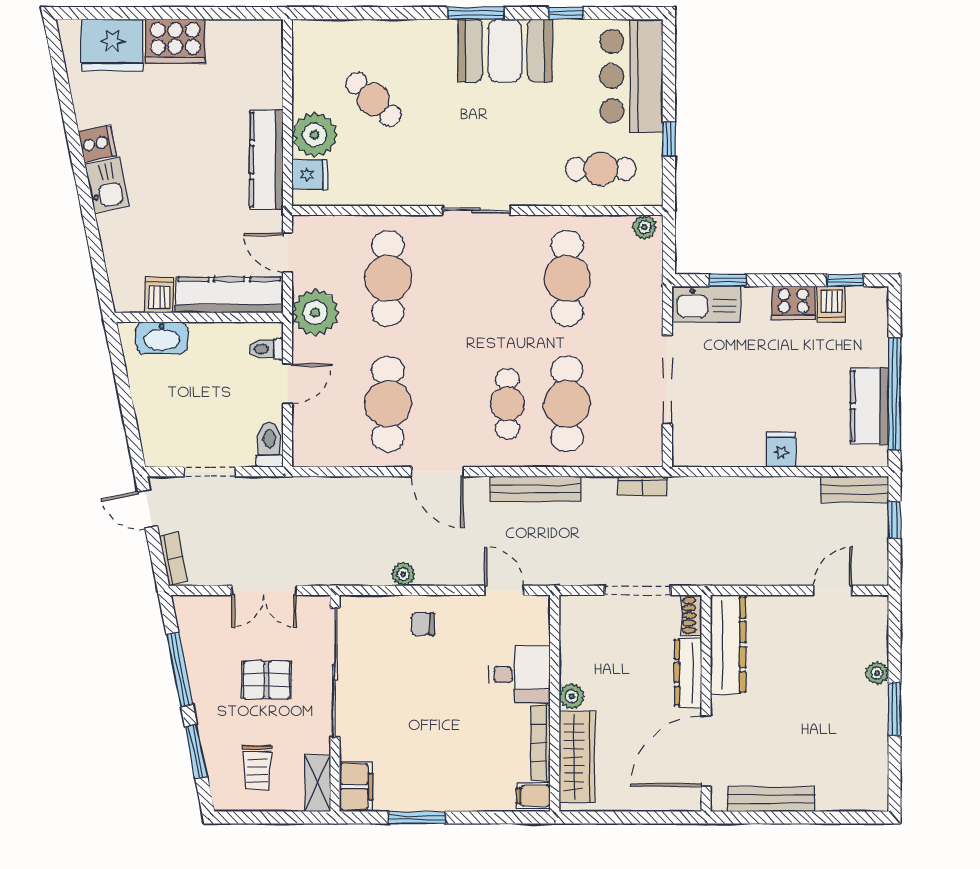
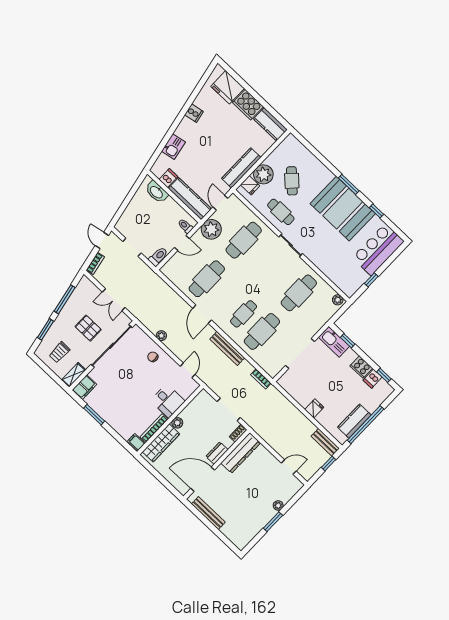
kitchen counter: (245, 38) -> (270, 124), added
booth: (505, 50) -> (343, 209), width x1.36, depth x1.42
cafe table: (601, 169) -> (281, 212), moved
kitchen sink: (107, 185) -> (173, 147), moved
dresser: (688, 673) -> (217, 453), width x0.70

